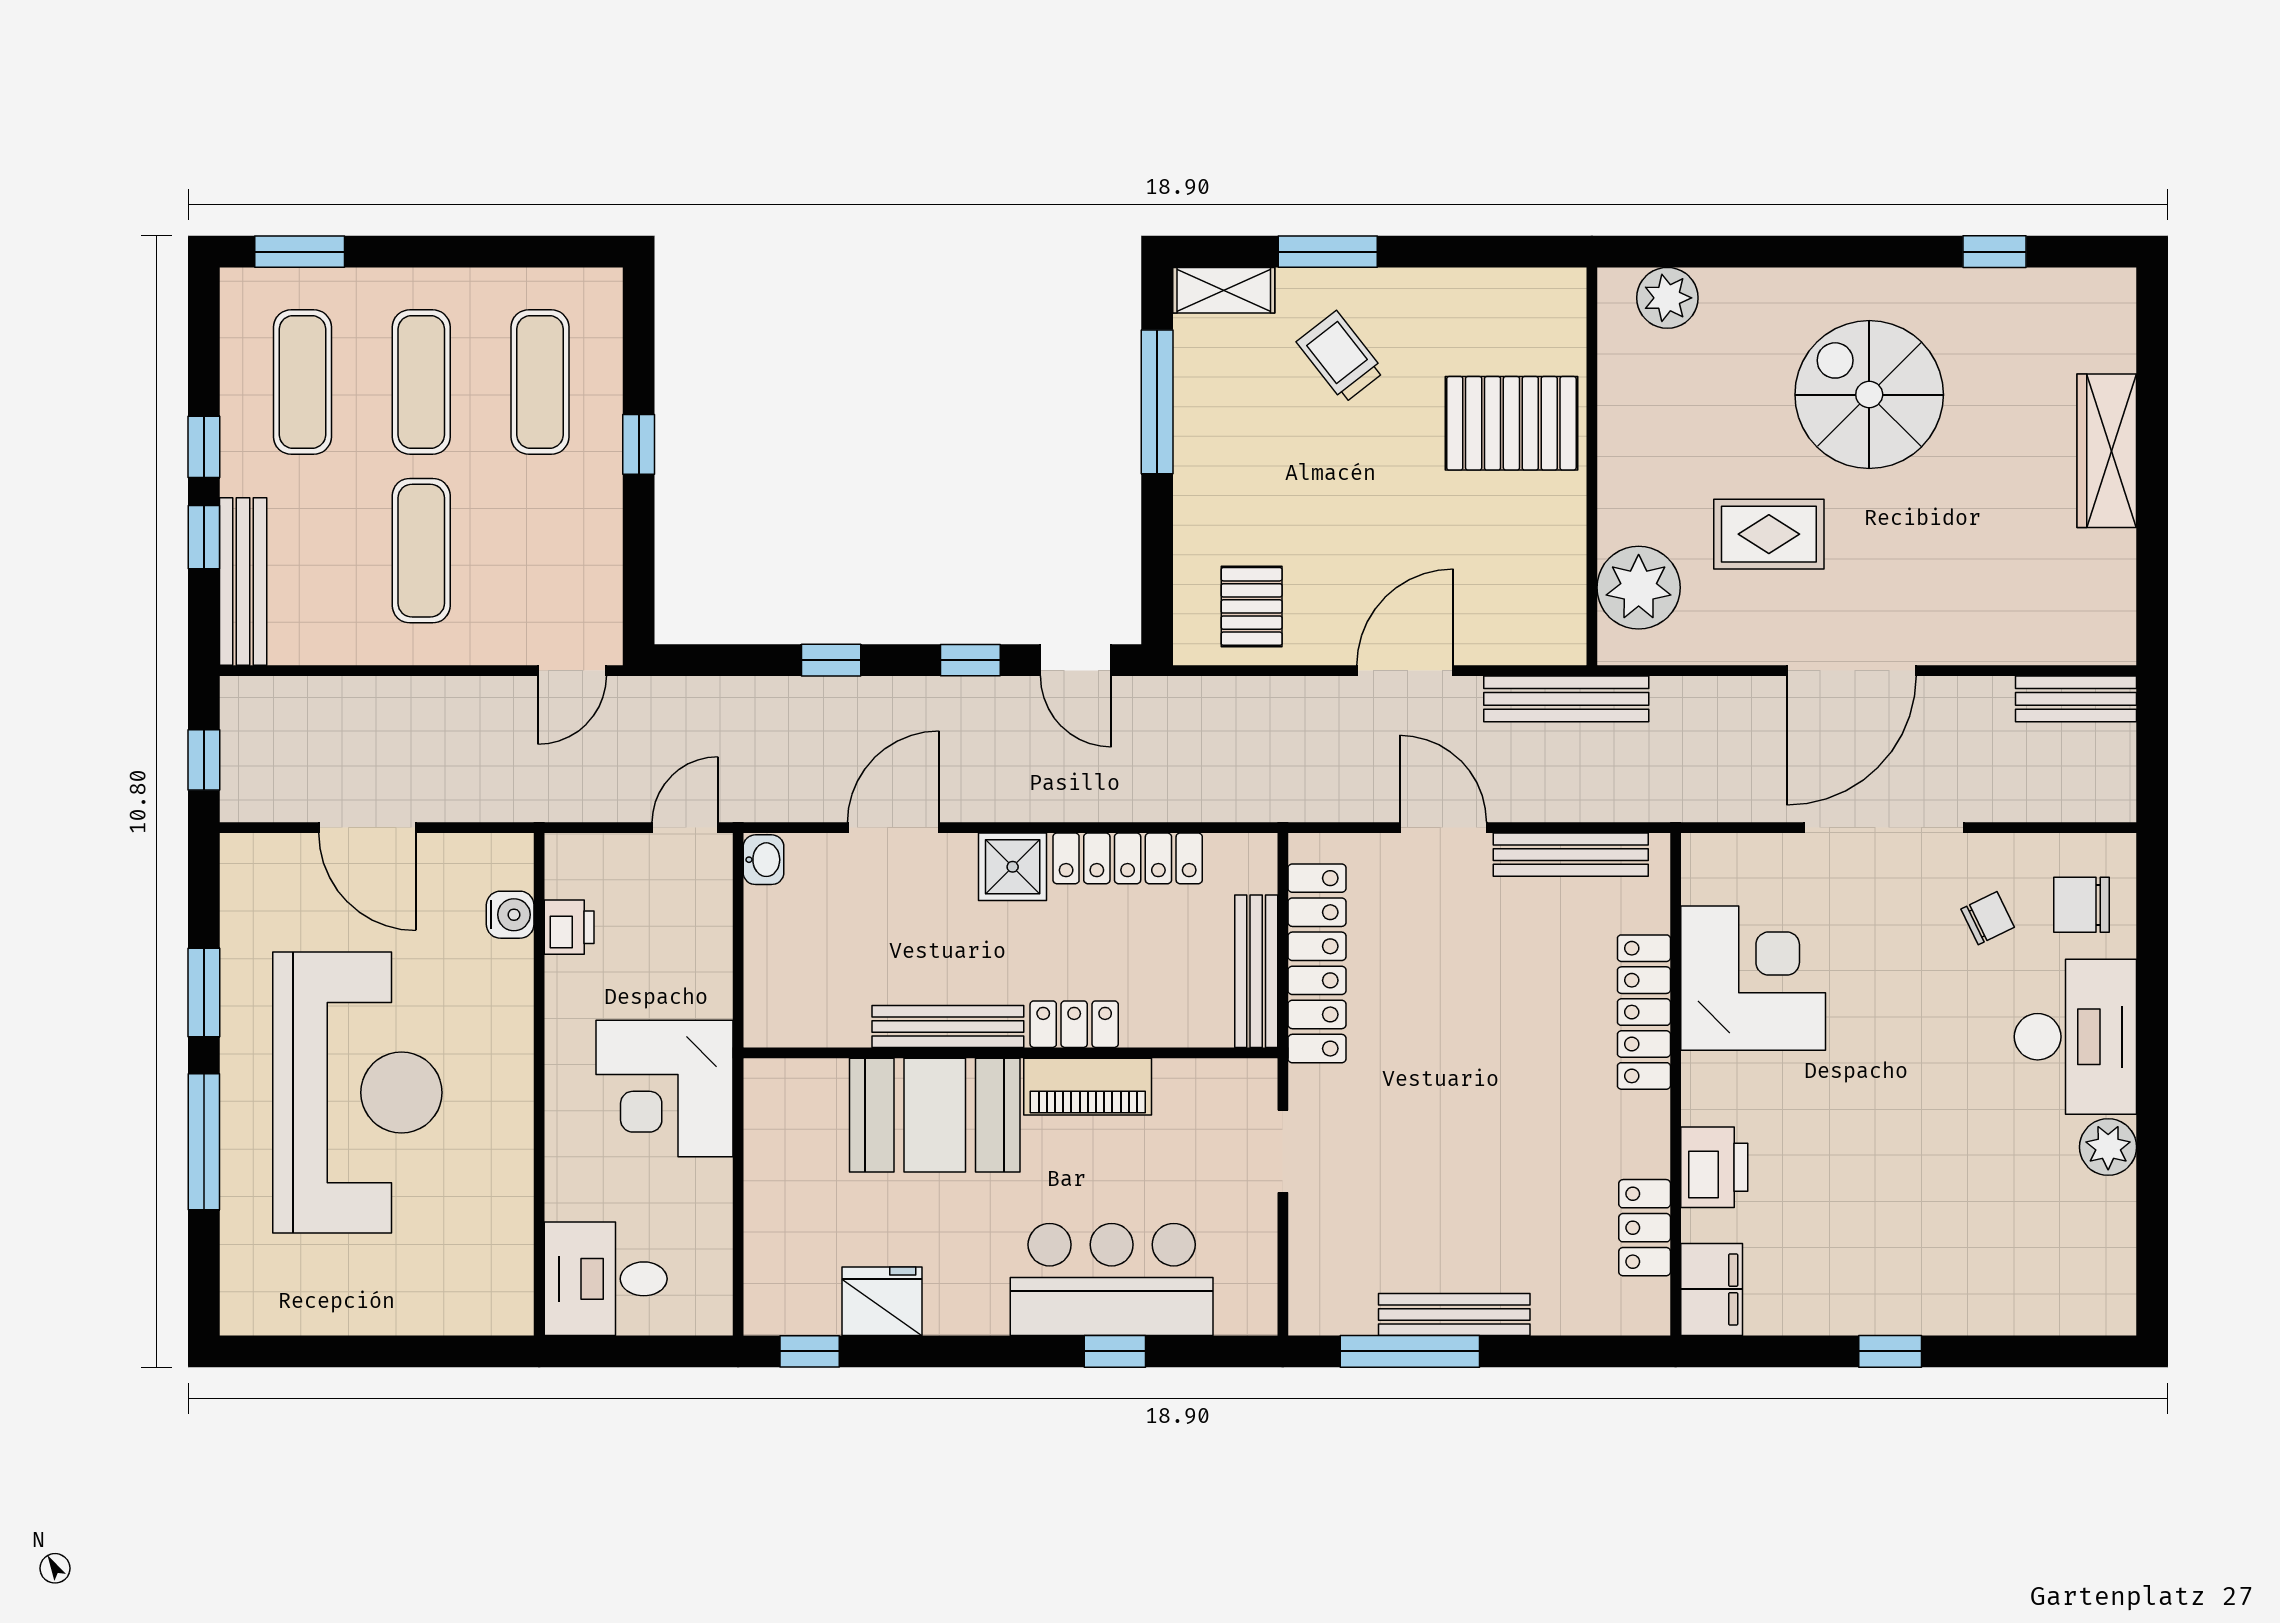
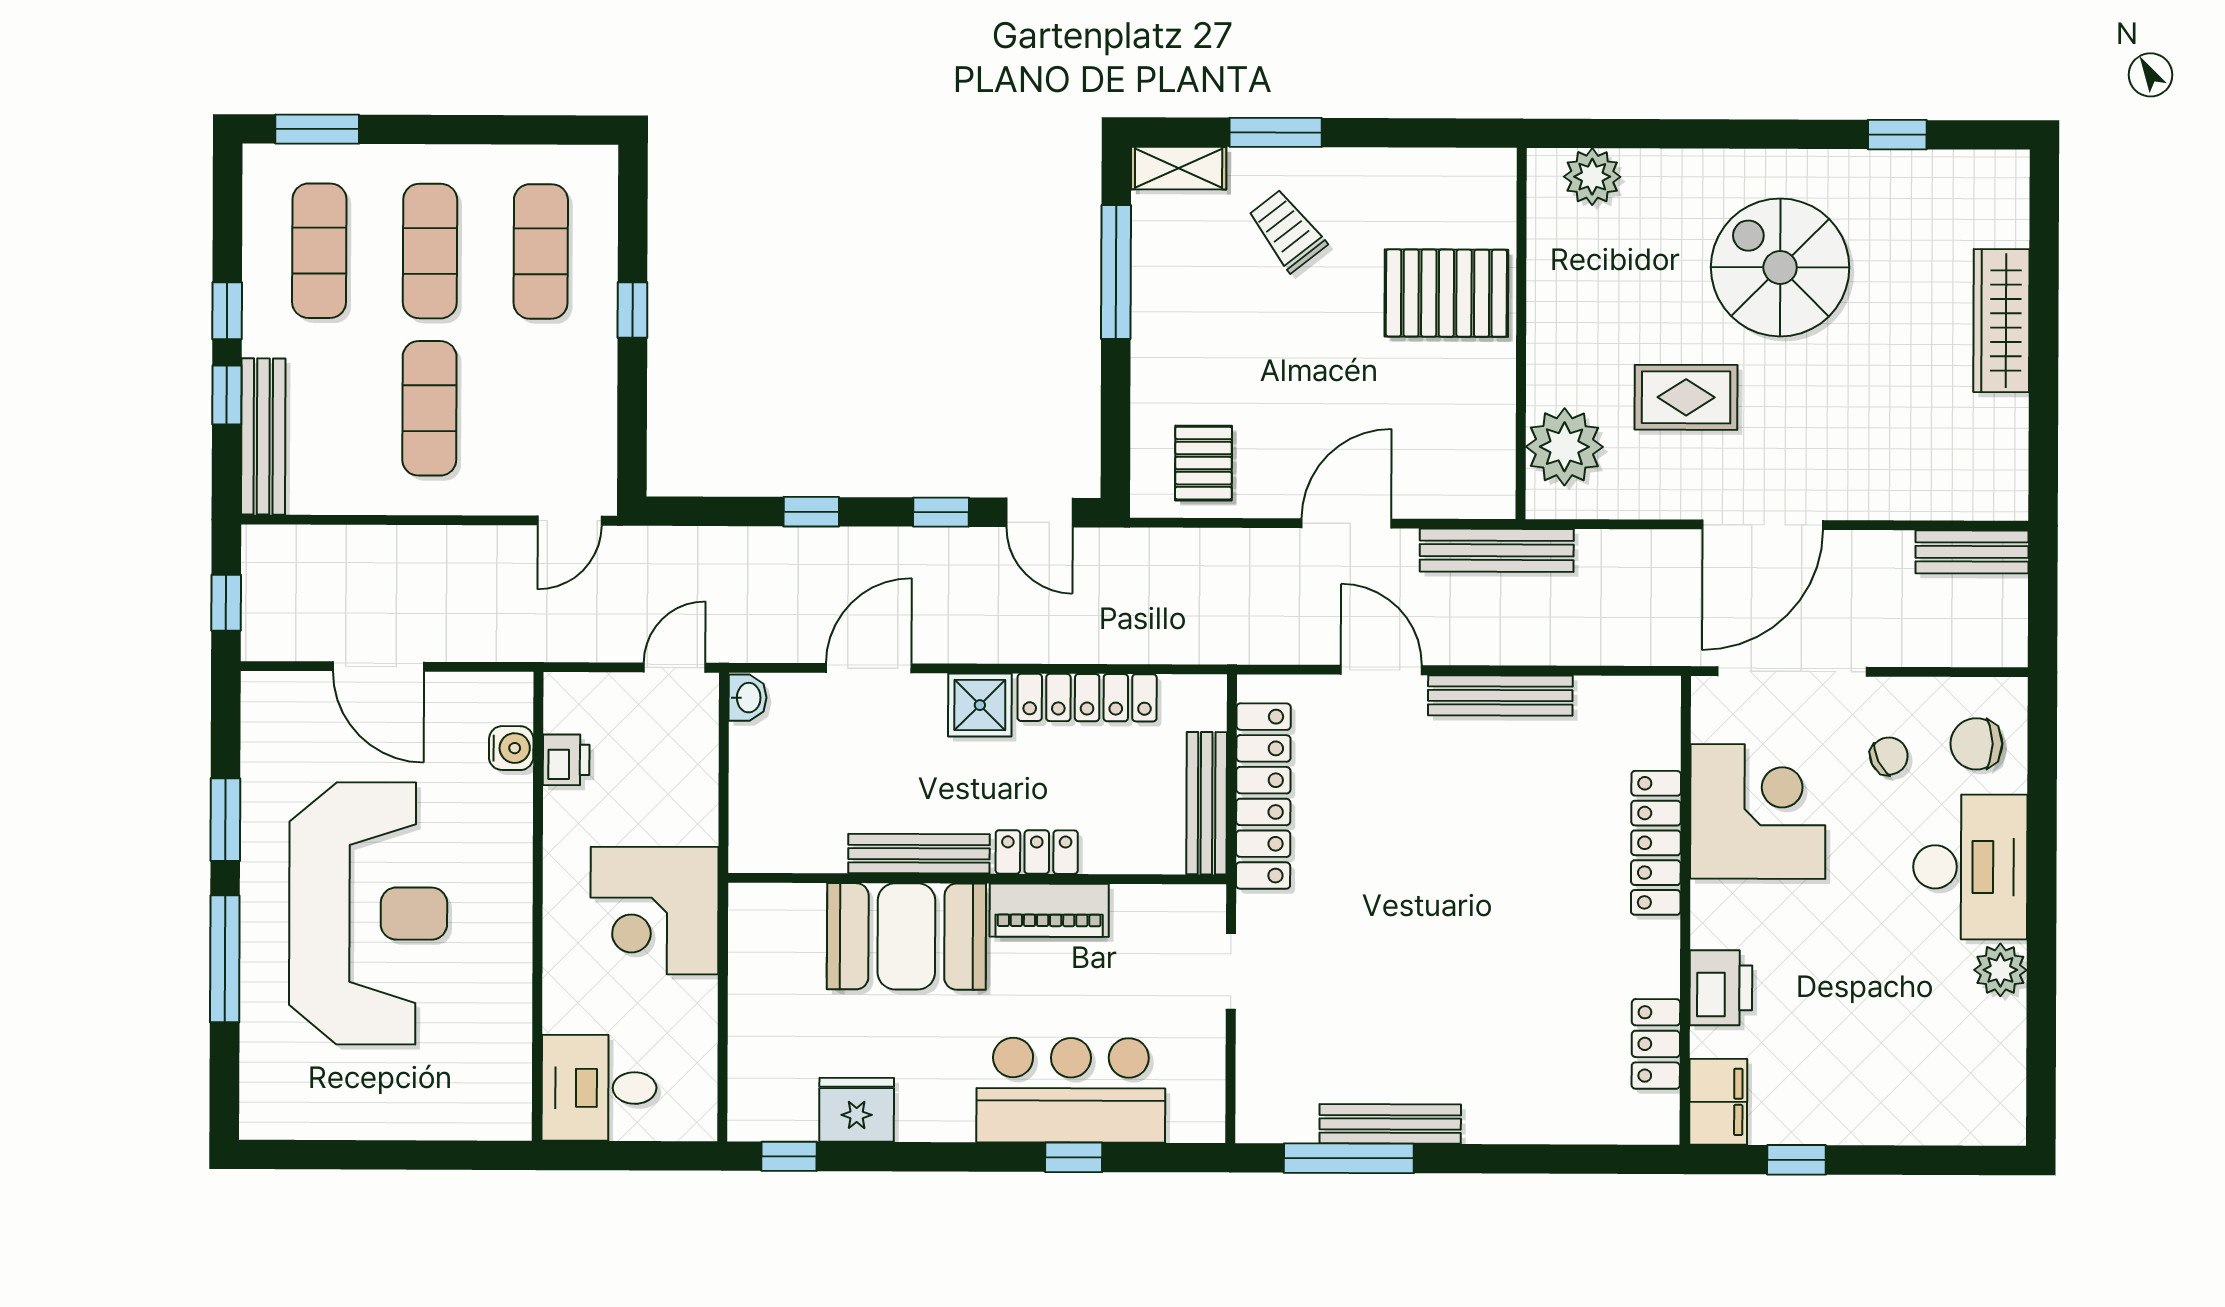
corner desk: (1753, 978) -> (1758, 812), moved
locker: (1644, 1012) -> (1656, 843), moved
wall: (1676, 1084) -> (1685, 910), moved
printer: (1714, 1167) -> (1721, 988), moved
locker: (1645, 1228) -> (1656, 1044), moved
filing cabinet: (1712, 1289) -> (1718, 1102), moved

